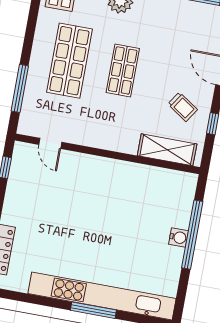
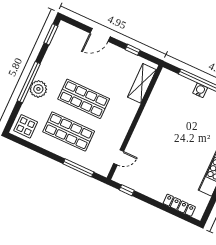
shop shelf: (123, 70) -> (84, 99), width x1.43, depth x1.36
trolley: (183, 107) -> (117, 66), removed

